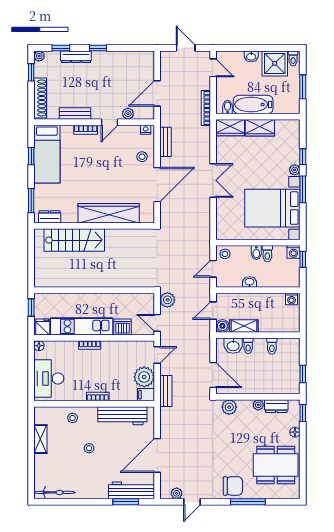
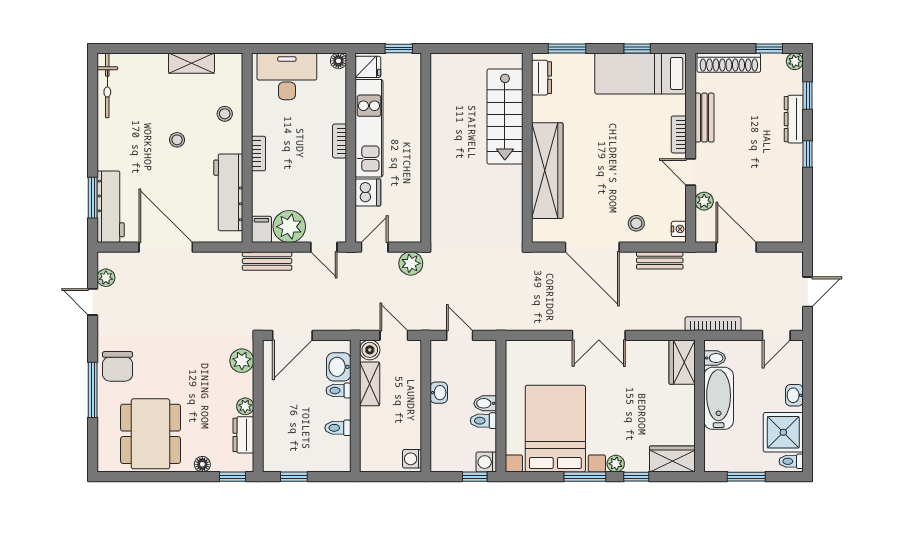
wardrobe: (260, 128) -> (672, 459), moved, turned 90
stool: (225, 254) -> (483, 354), removed

